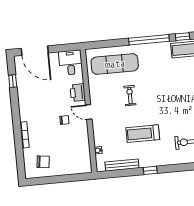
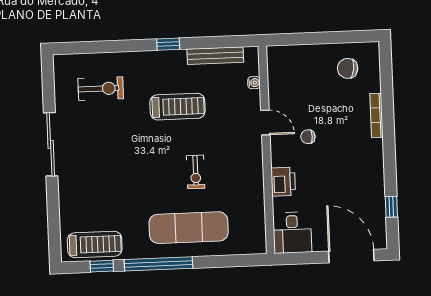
exercise mat: (115, 64) -> (189, 228), moved
door: (89, 112) -> (265, 122), moved

